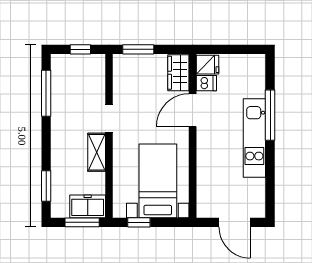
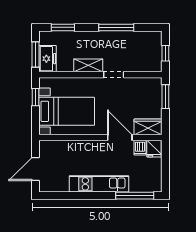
window: (46, 93) -> (116, 27), moved
window: (270, 115) -> (135, 196), moved

